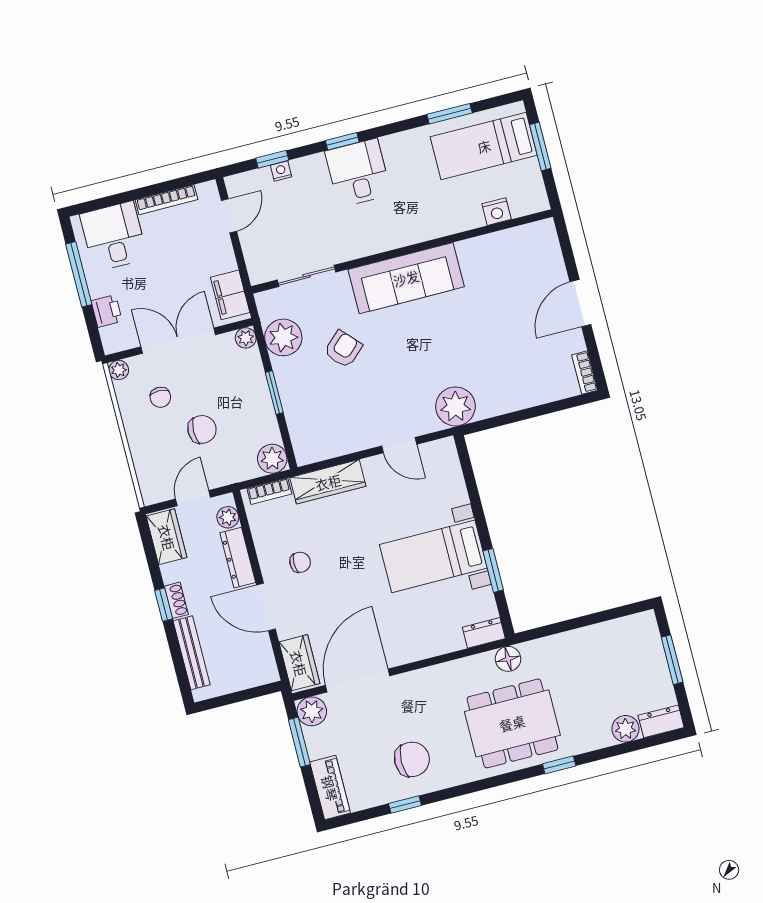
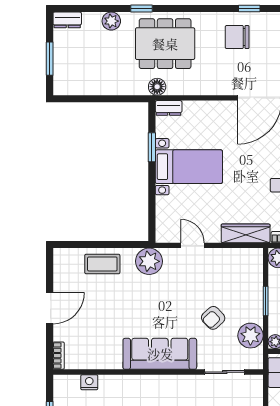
bookcase: (585, 373) -> (59, 356), moved
coffee table: (521, 385) -> (102, 264), added
plant: (625, 729) -> (111, 21), moved

